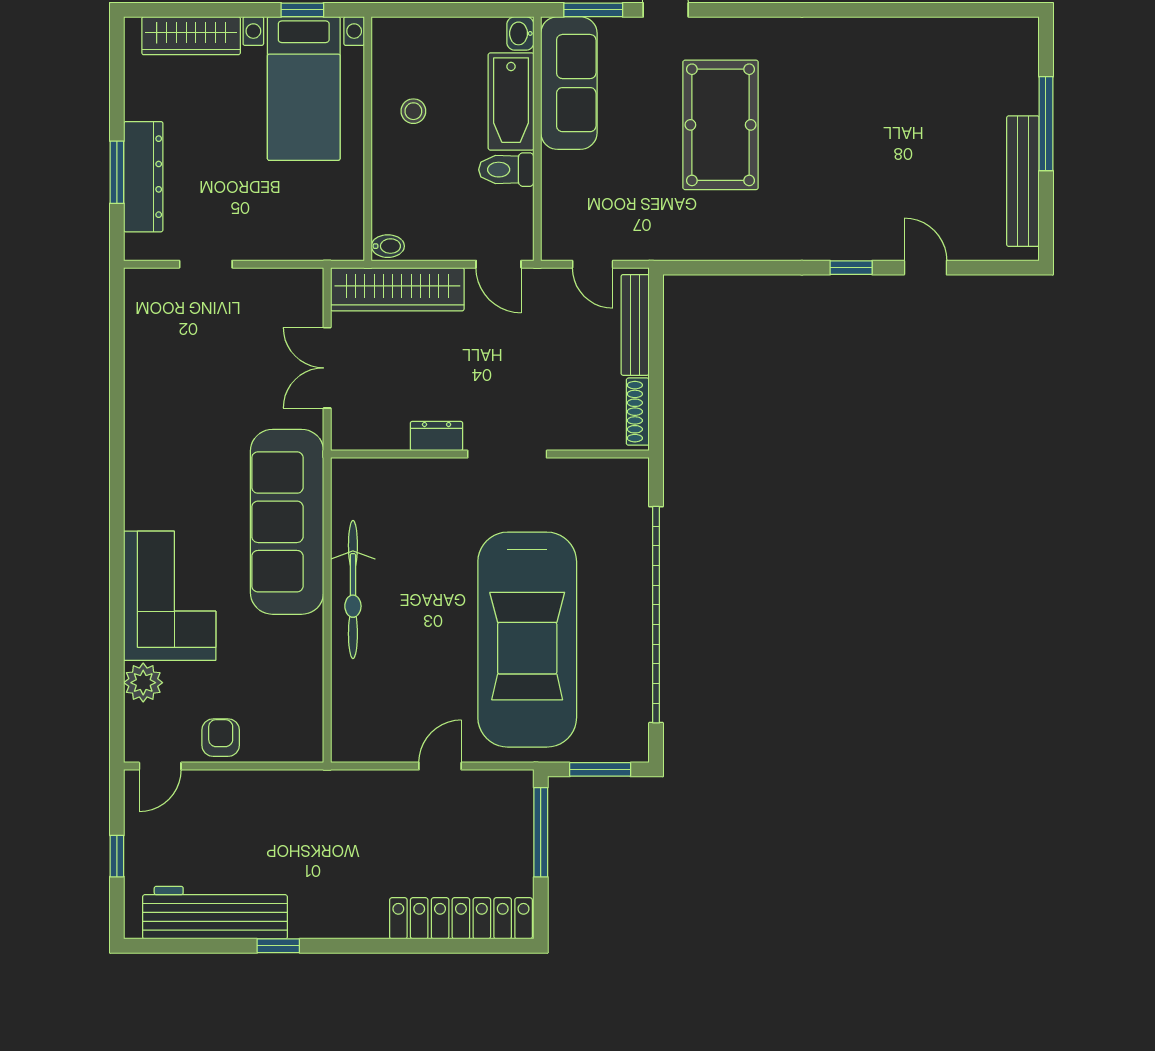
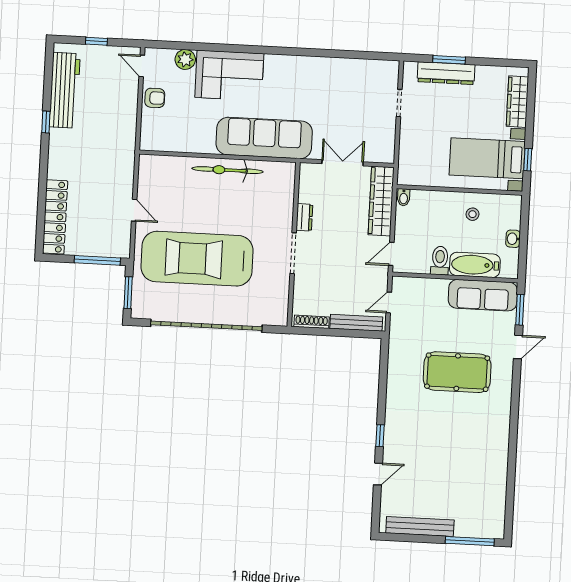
washbasin: (520, 33) -> (513, 239), moved, turned -90
window: (1046, 124) -> (470, 541), moved

